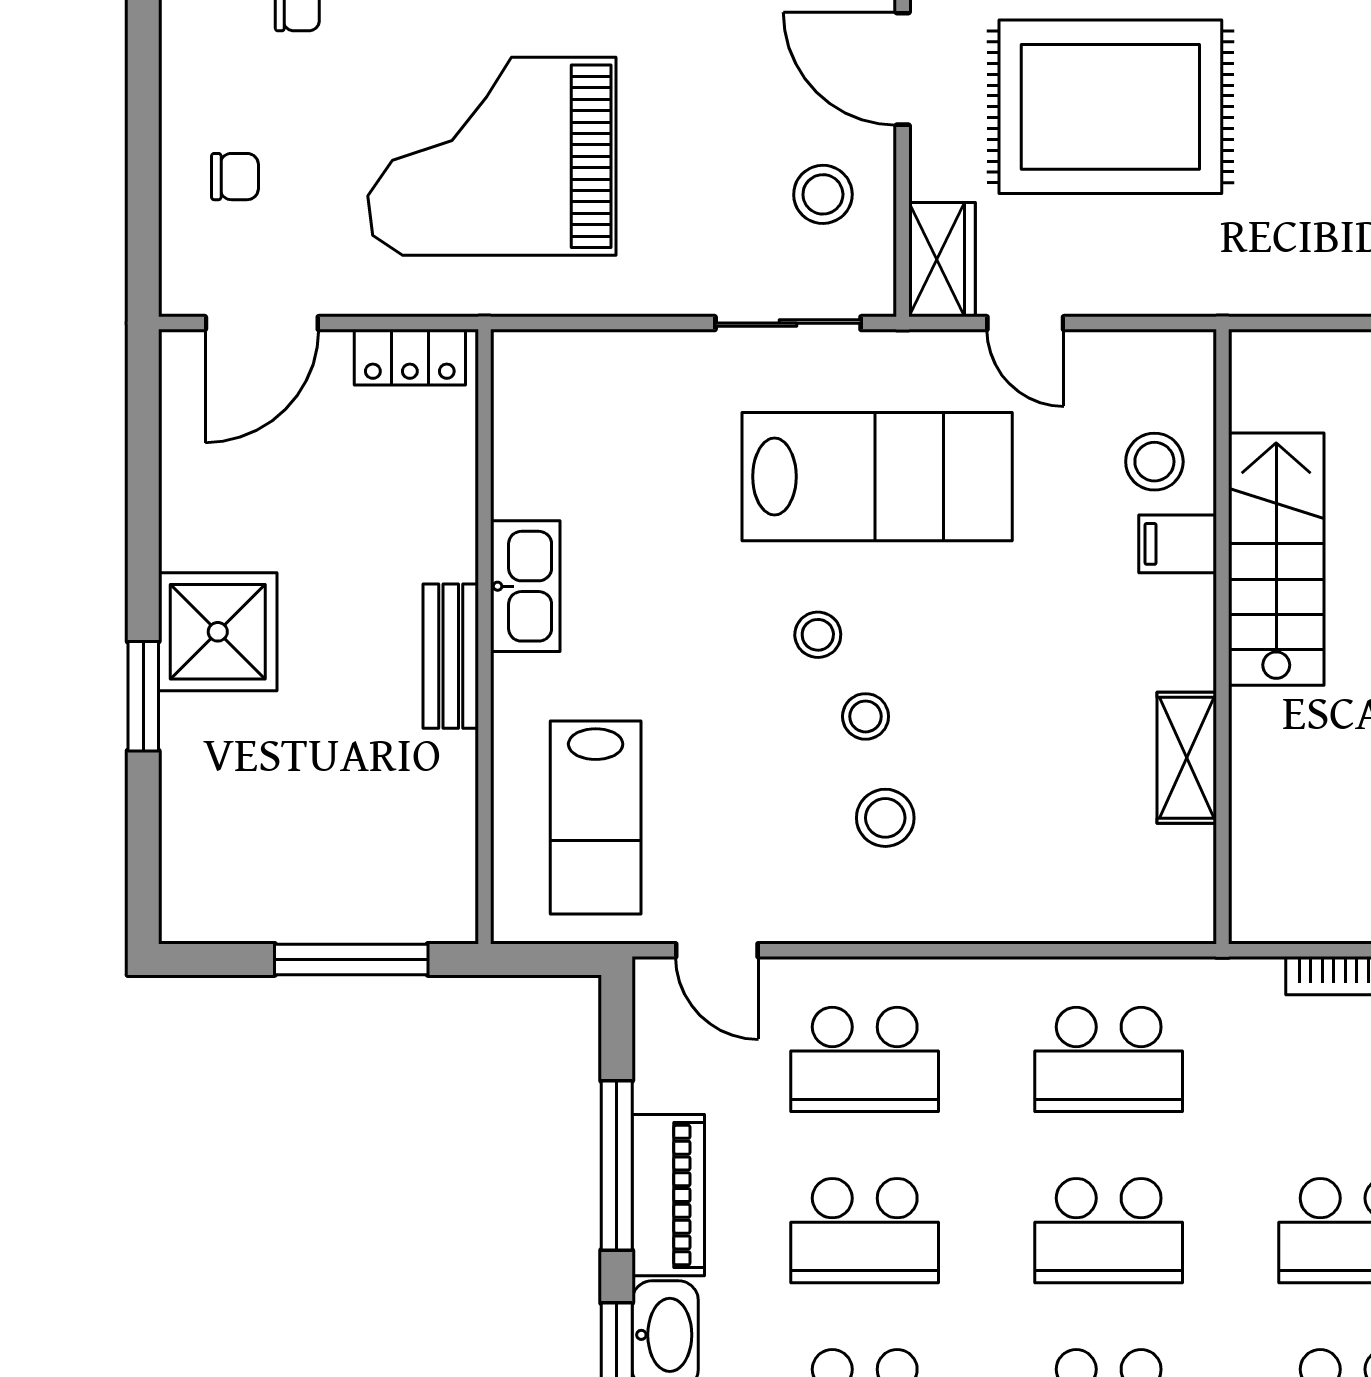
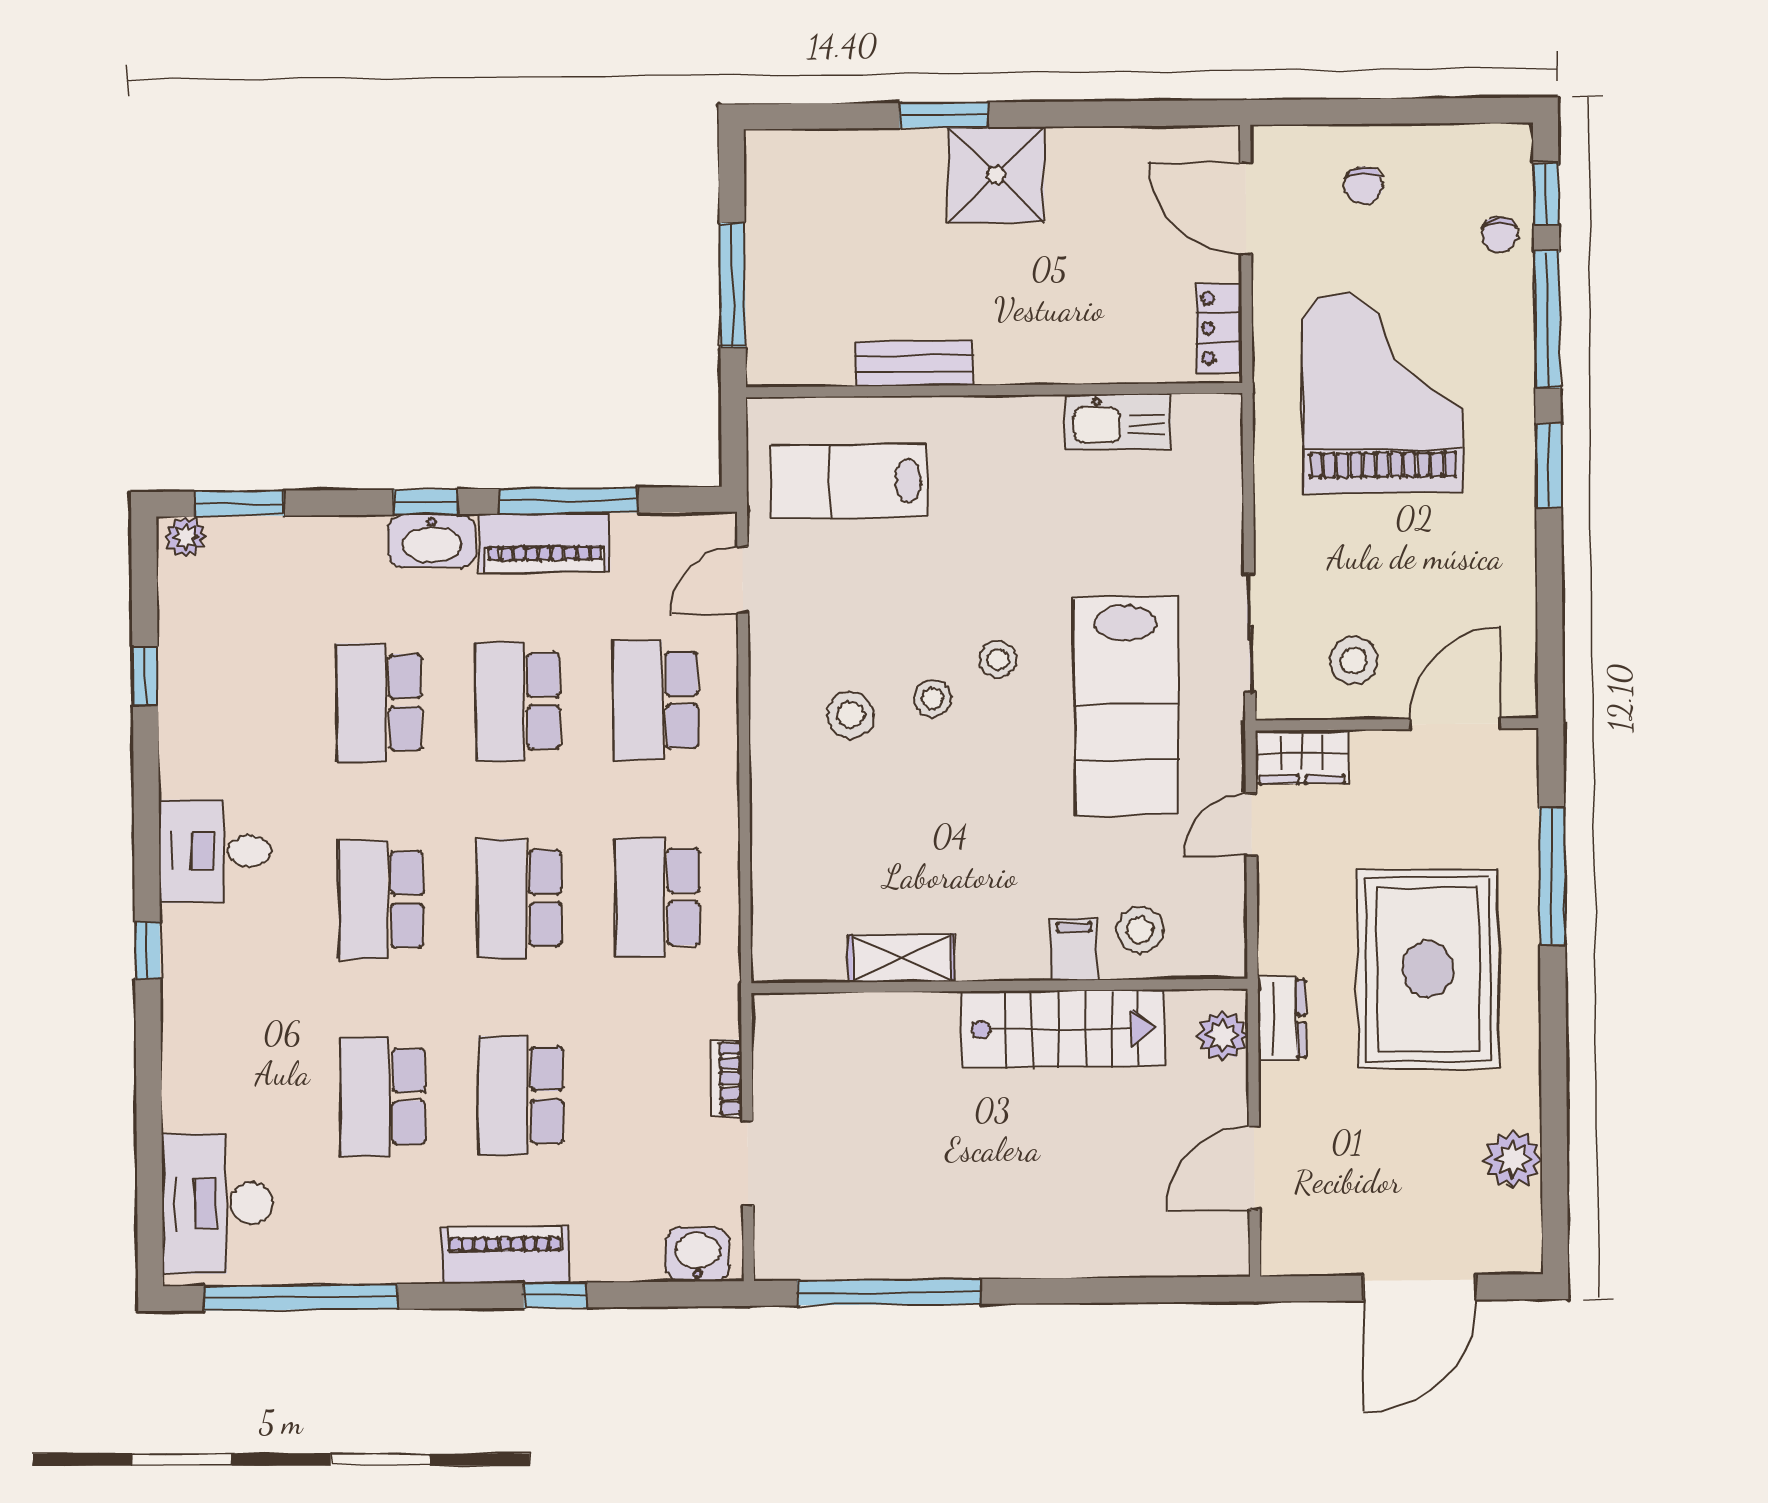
rug: (1110, 107) -> (1428, 969), moved
dresser: (1266, 287) -> (1282, 1019), added
plant: (1286, 361) -> (1223, 1036), added
kitchen sink: (525, 586) -> (1118, 422), moved
bench: (451, 656) -> (914, 364), moved

